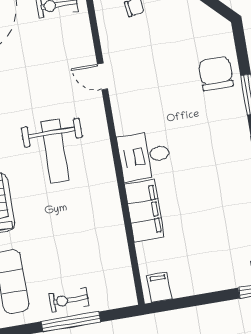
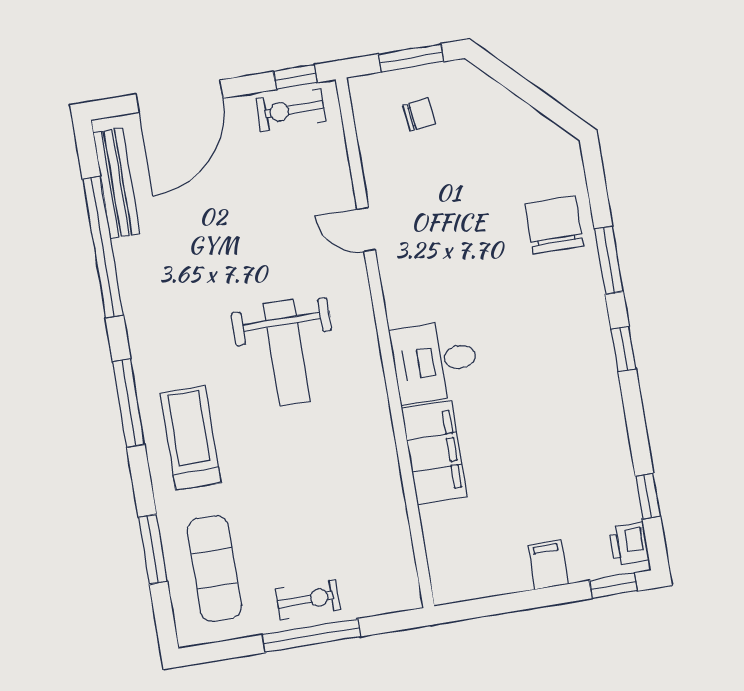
filing cabinet: (159, 287) -> (548, 565), moved
exercise bike: (69, 300) -> (308, 599), turned 180

